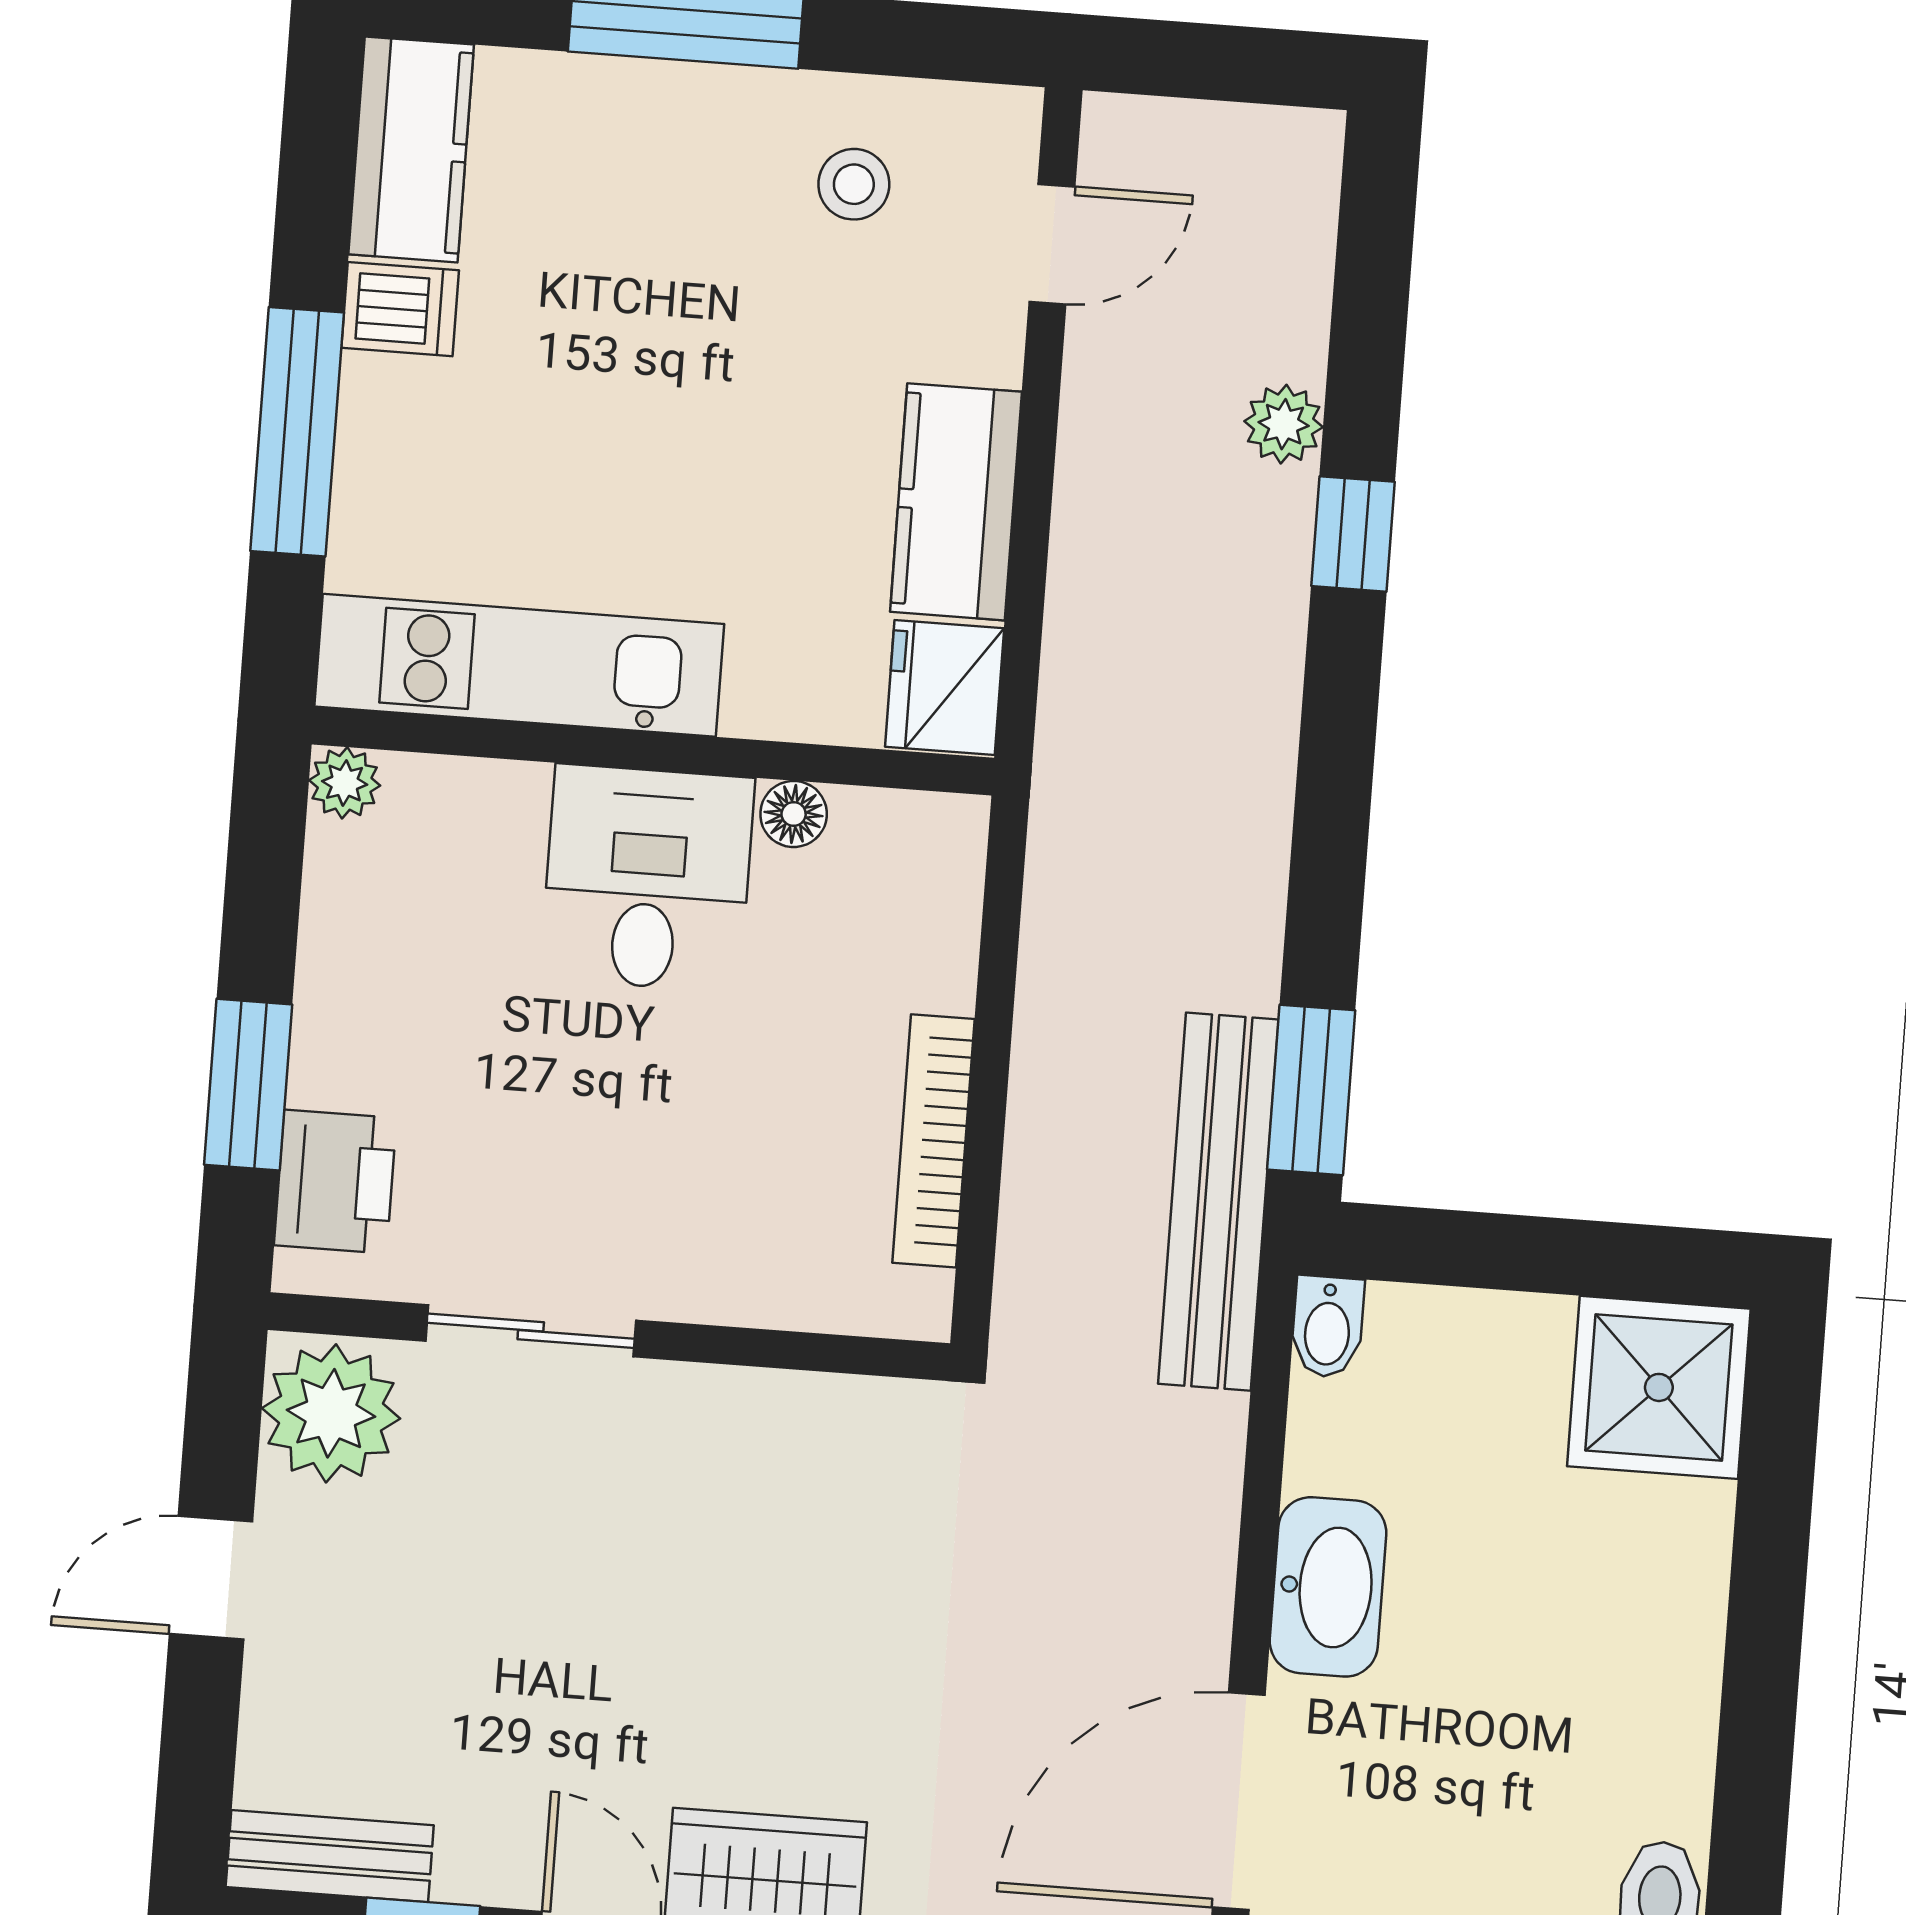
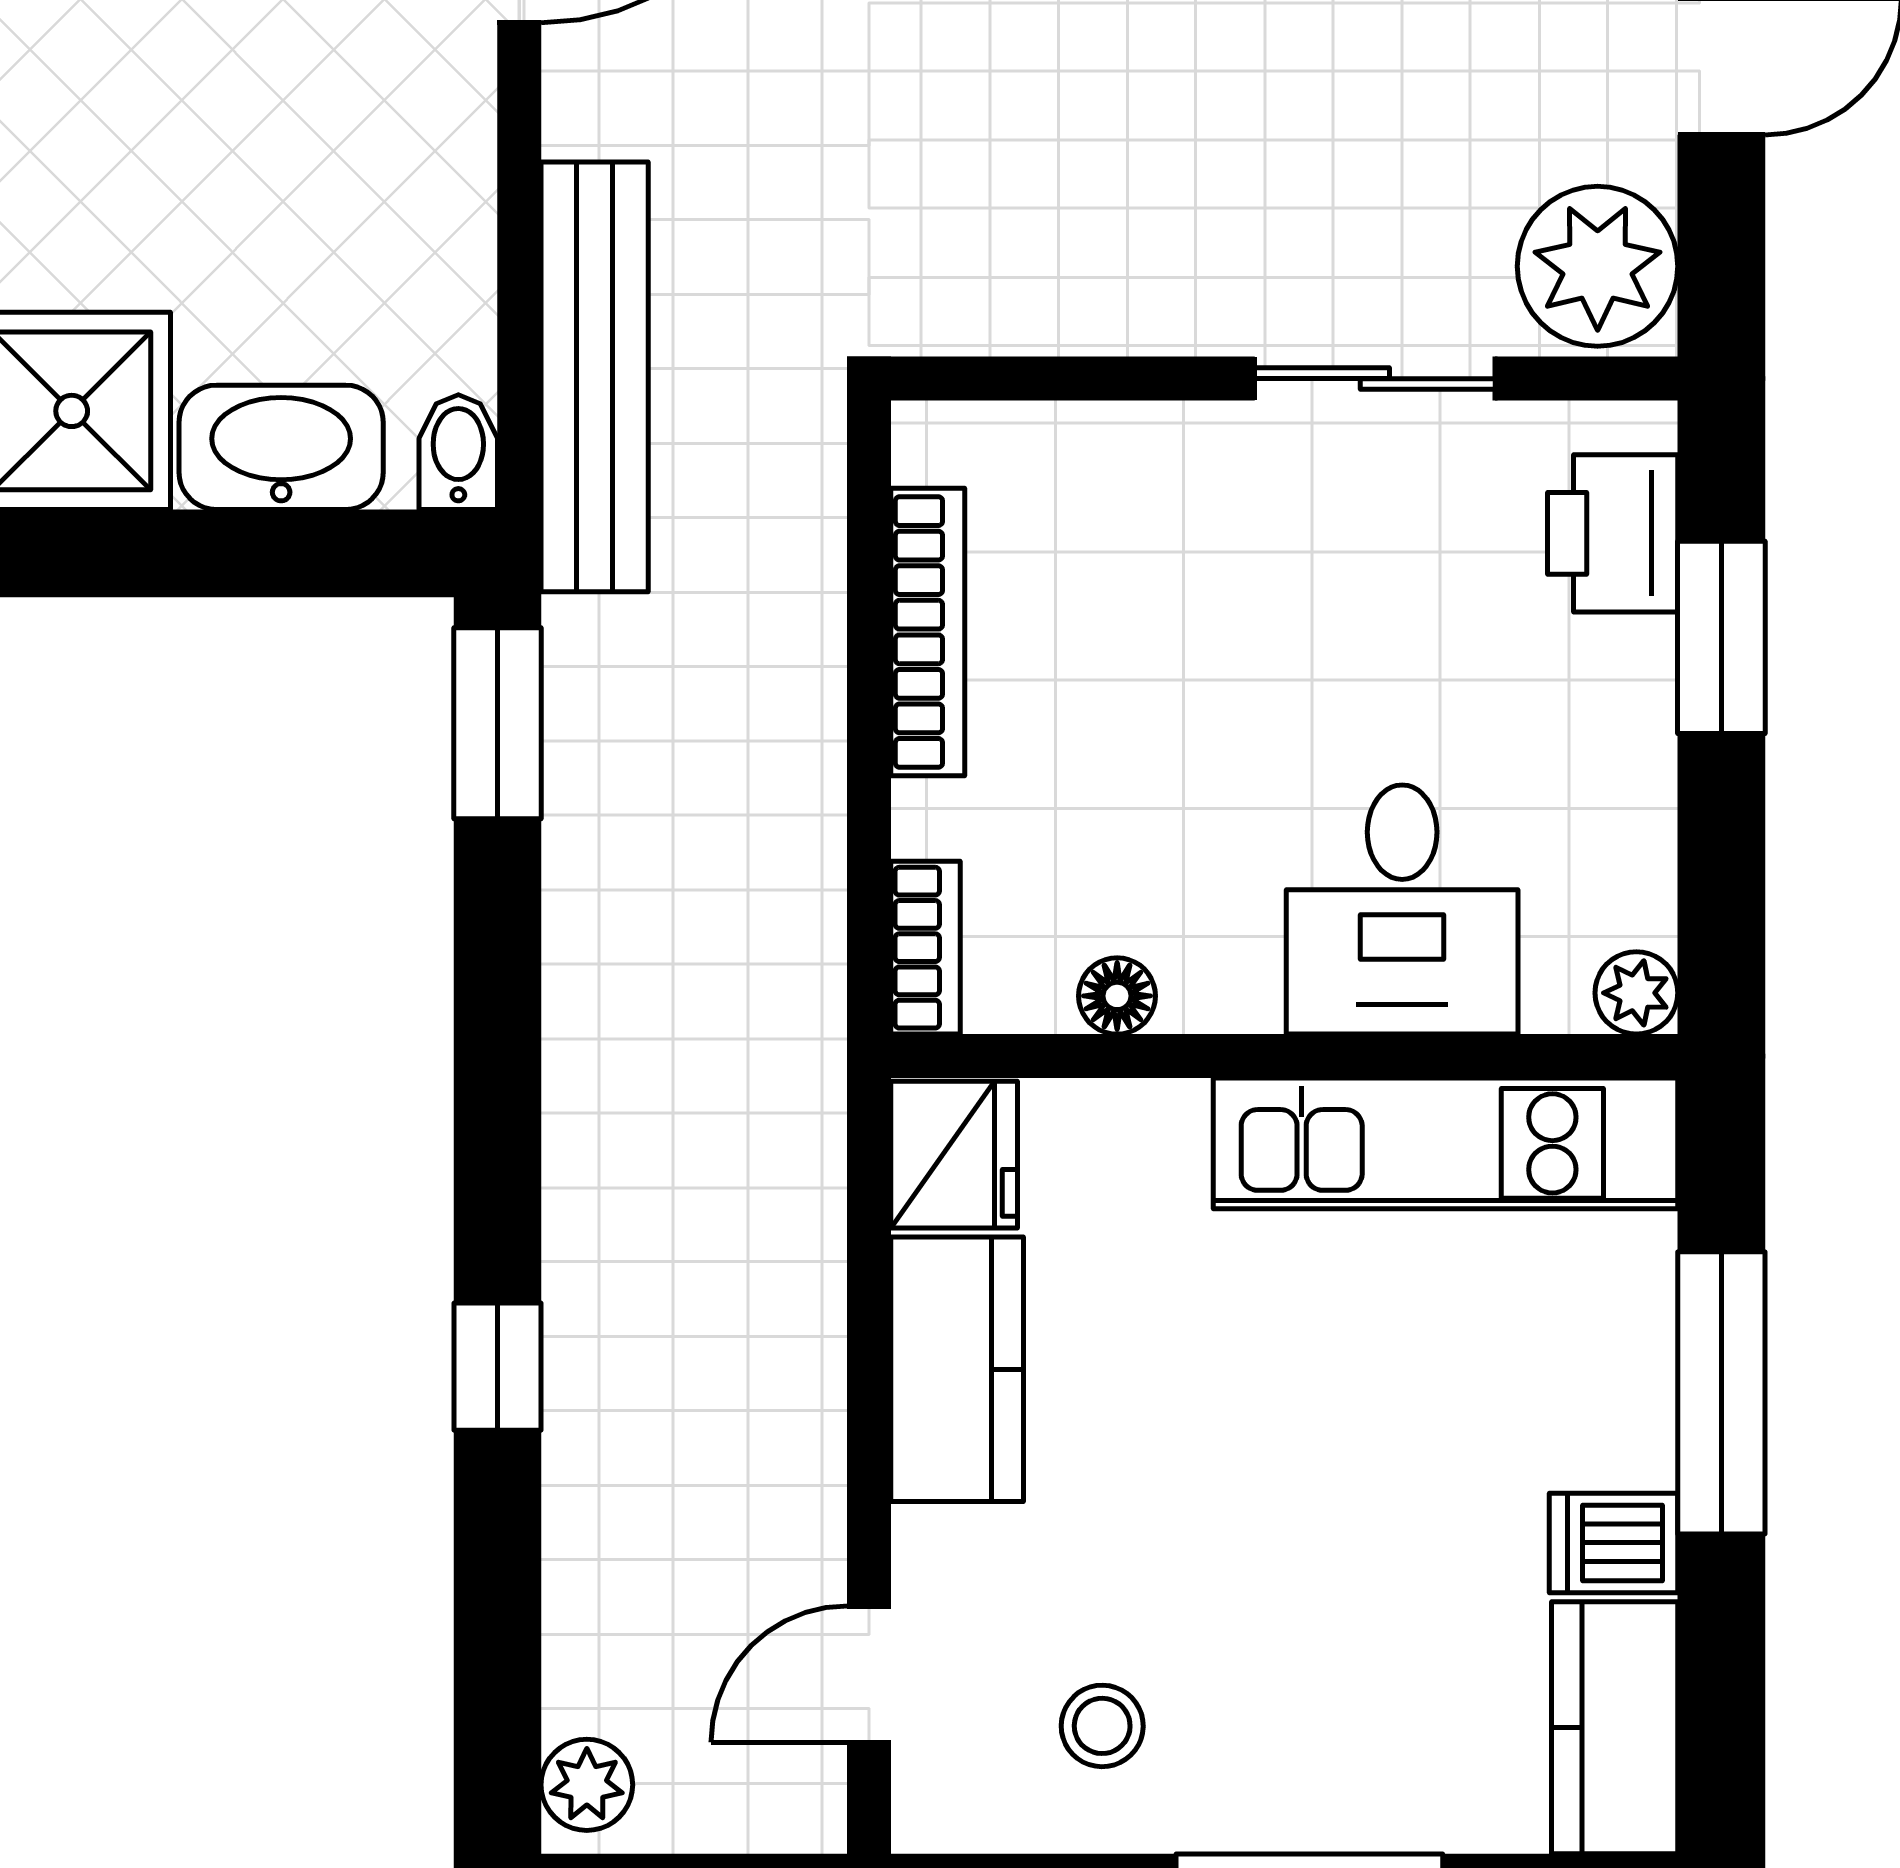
plant: (1284, 424) -> (587, 1785), moved
bookcase: (956, 868) -> (926, 948), added
desk: (647, 878) -> (1402, 910), moved
bench: (1218, 1202) -> (595, 377), moved
washbasin: (1328, 1587) -> (281, 447), moved, turned 90

